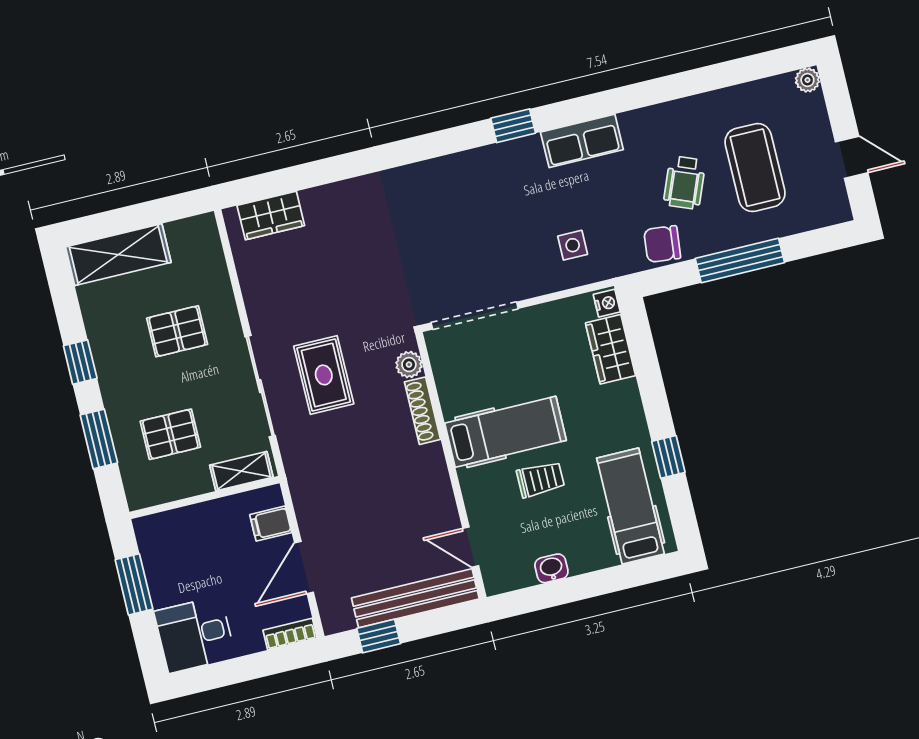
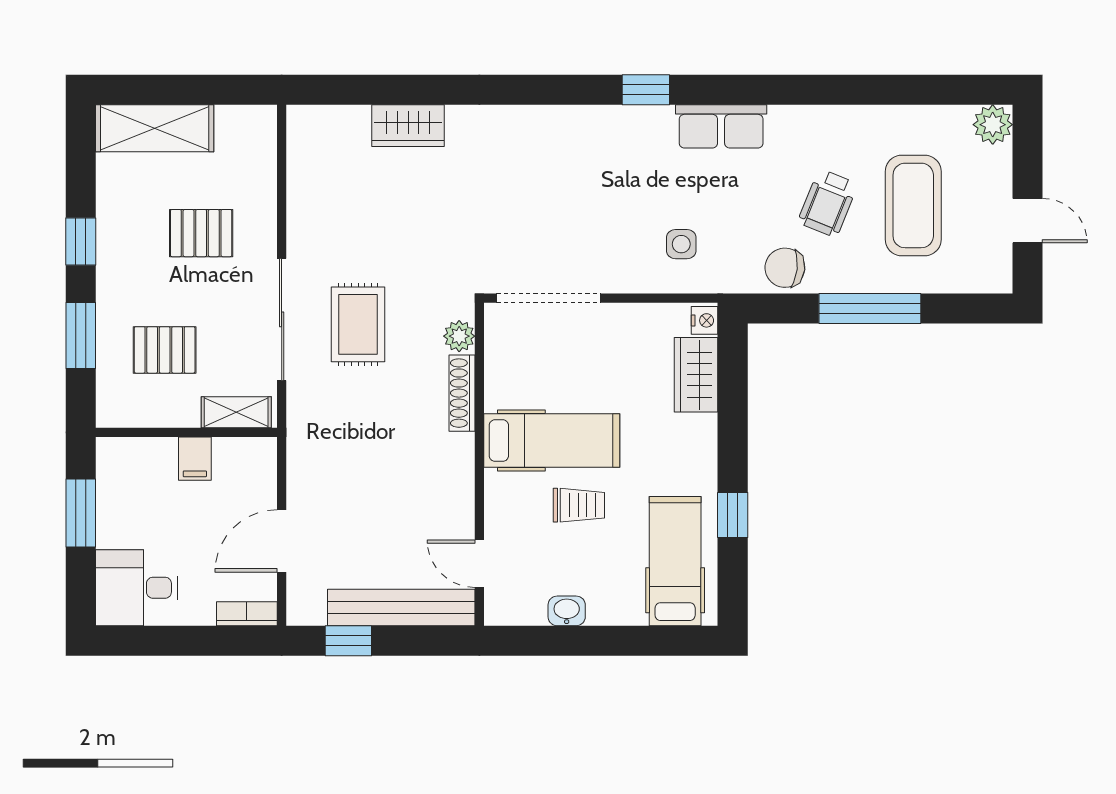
plant: (807, 80) -> (993, 125), width x1.38, depth x1.38
wardrobe: (271, 215) -> (408, 126), moved
filing cabinet: (271, 524) -> (195, 459), moved, turned -90

